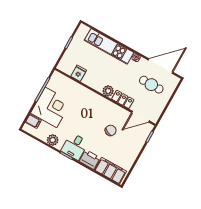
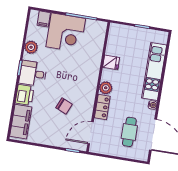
fridge: (79, 73) -> (111, 62), moved
door: (140, 117) -> (91, 133), hinge flipped

